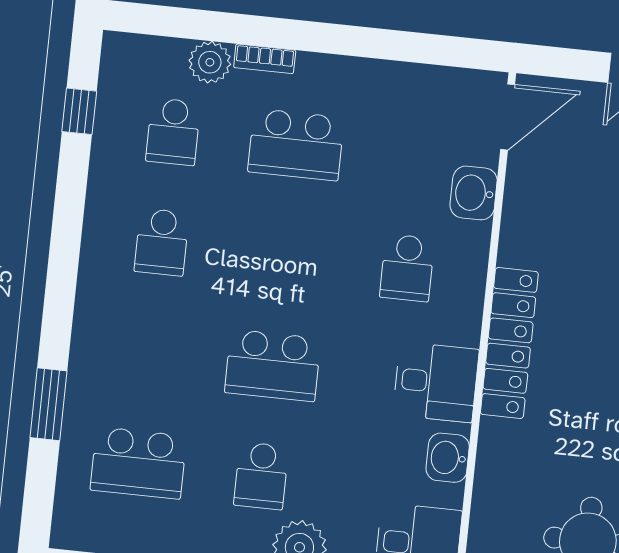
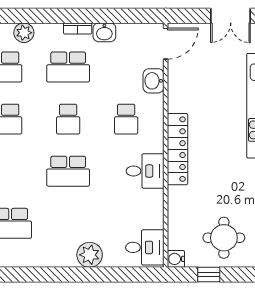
bookcase: (265, 59) -> (78, 28), moved
washbasin: (448, 458) -> (104, 32), moved, turned -90
school desk: (261, 476) -> (68, 119), moved

